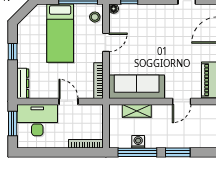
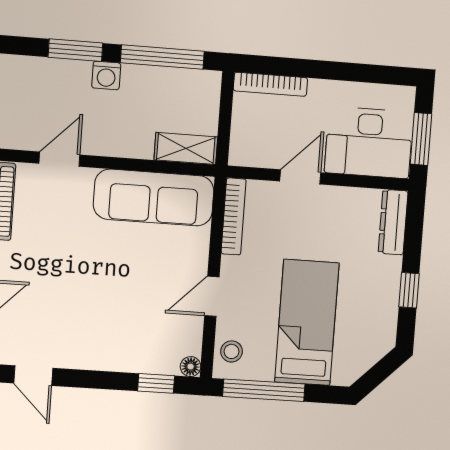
door: (69, 101) -> (300, 177), swing flipped
shelving: (137, 111) -> (186, 148), moved
washing machine: (138, 142) -> (106, 75), moved

